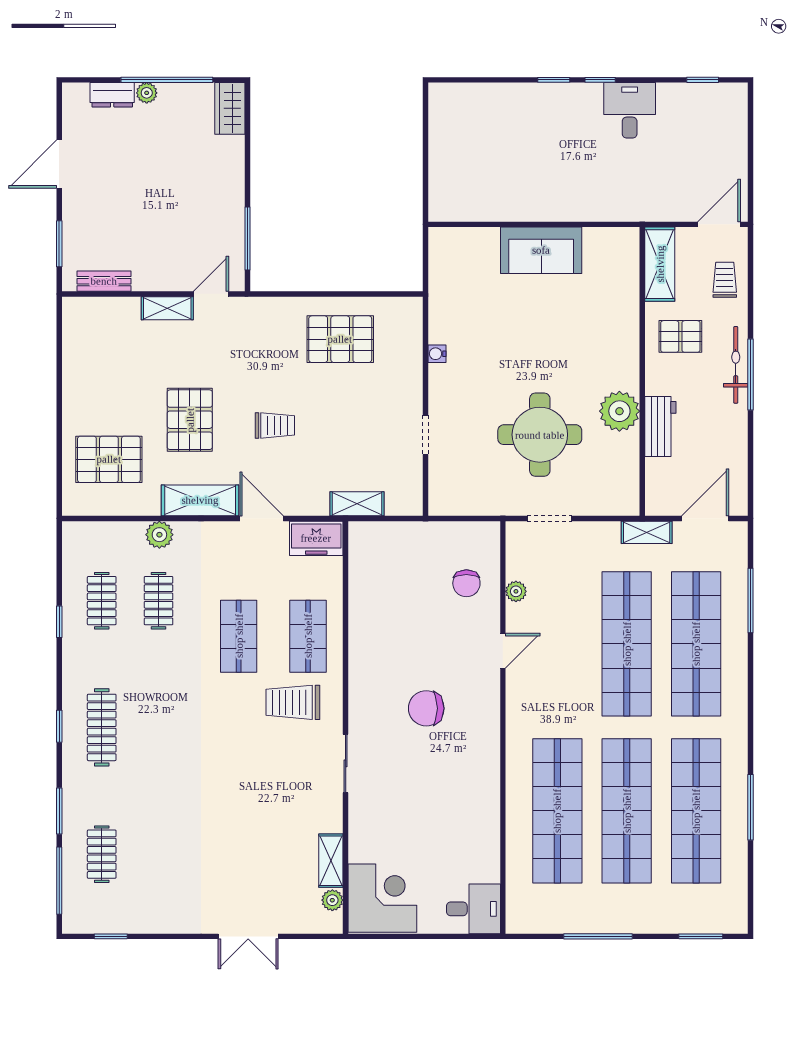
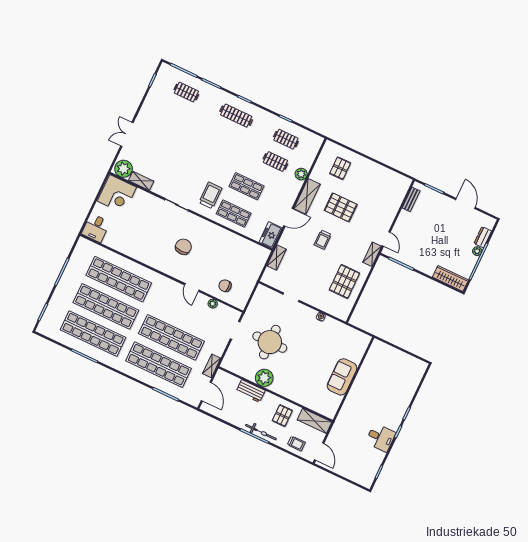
wardrobe: (230, 108) -> (450, 278), width x1.50
shelving: (167, 308) -> (372, 254), moved
pallet: (109, 459) -> (340, 168), width x0.67, depth x0.71
plant: (332, 900) -> (123, 169), width x1.88, depth x1.88

